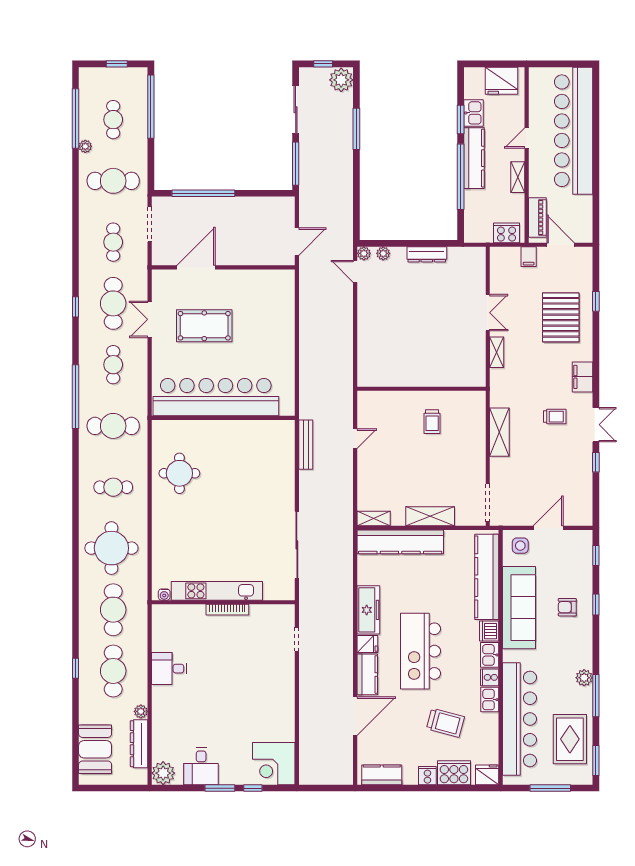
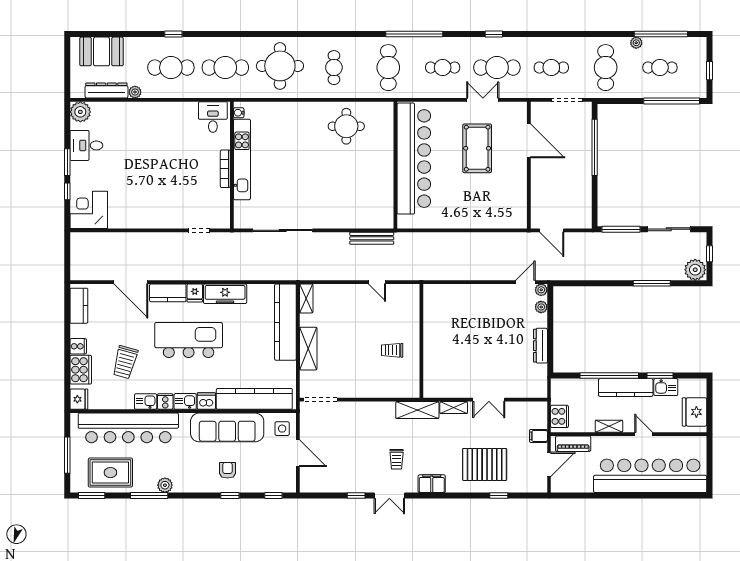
shelving: (499, 432) -> (417, 410), moved
desk: (169, 669) -> (213, 117), moved

